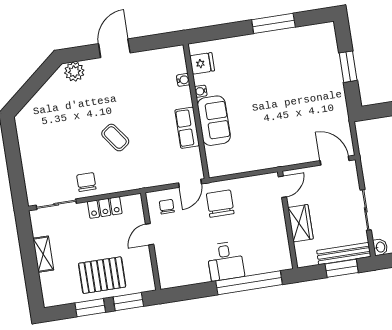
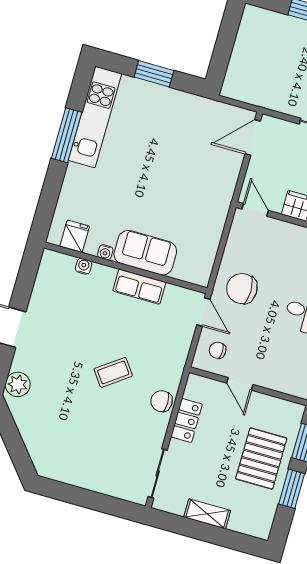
kitchen unit: (297, 38) -> (95, 117), added
chair: (86, 182) -> (162, 401), moved

